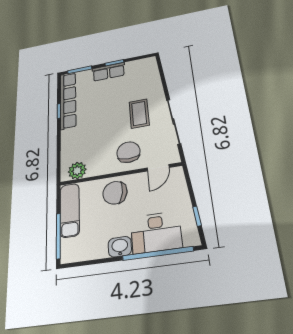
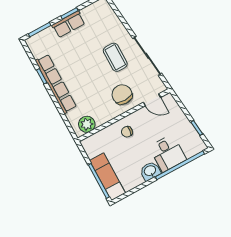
row of seats: (68, 100) -> (56, 84), moved
door: (158, 168) -> (152, 100), hinge flipped
chair: (115, 193) -> (127, 132), width x0.54, depth x0.54
exam couch: (70, 210) -> (108, 177), moved
desk: (156, 232) -> (168, 153), width x0.73

